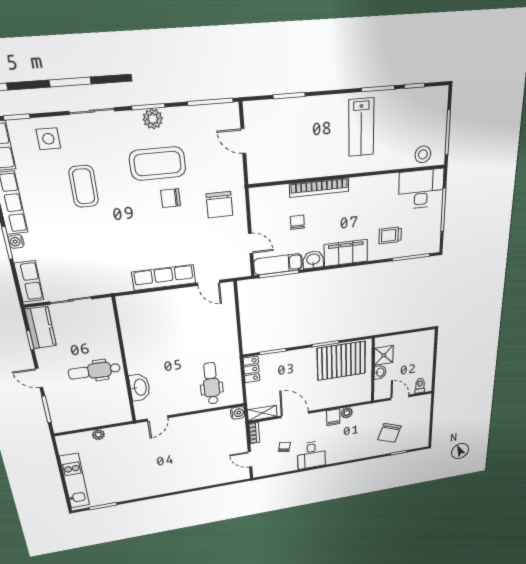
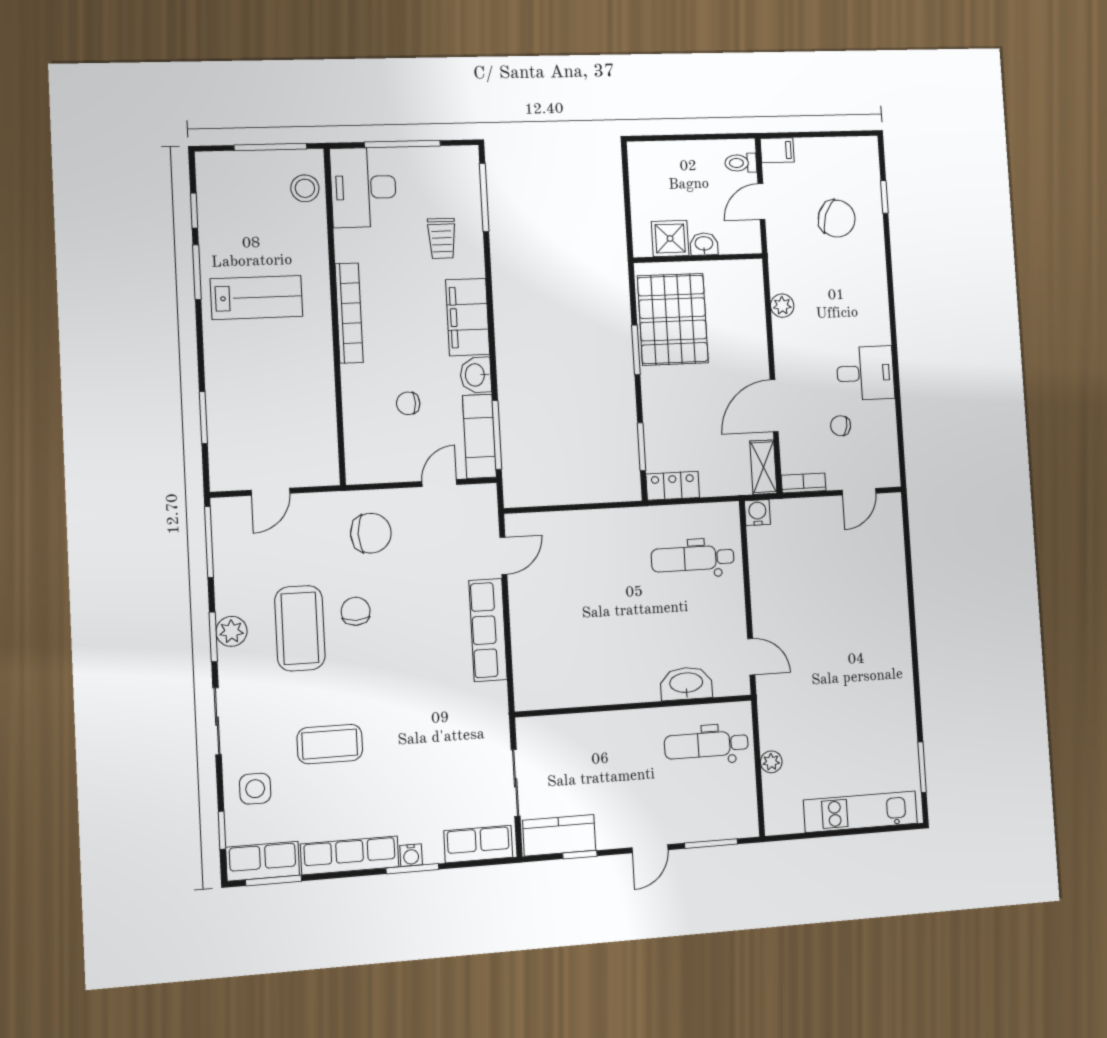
bookcase: (319, 188) -> (349, 313), moved
chair: (171, 198) -> (356, 611), turned 180
dental chair: (94, 371) -> (706, 745), moved, turned 90
filing cabinet: (333, 417) -> (777, 150), moved

